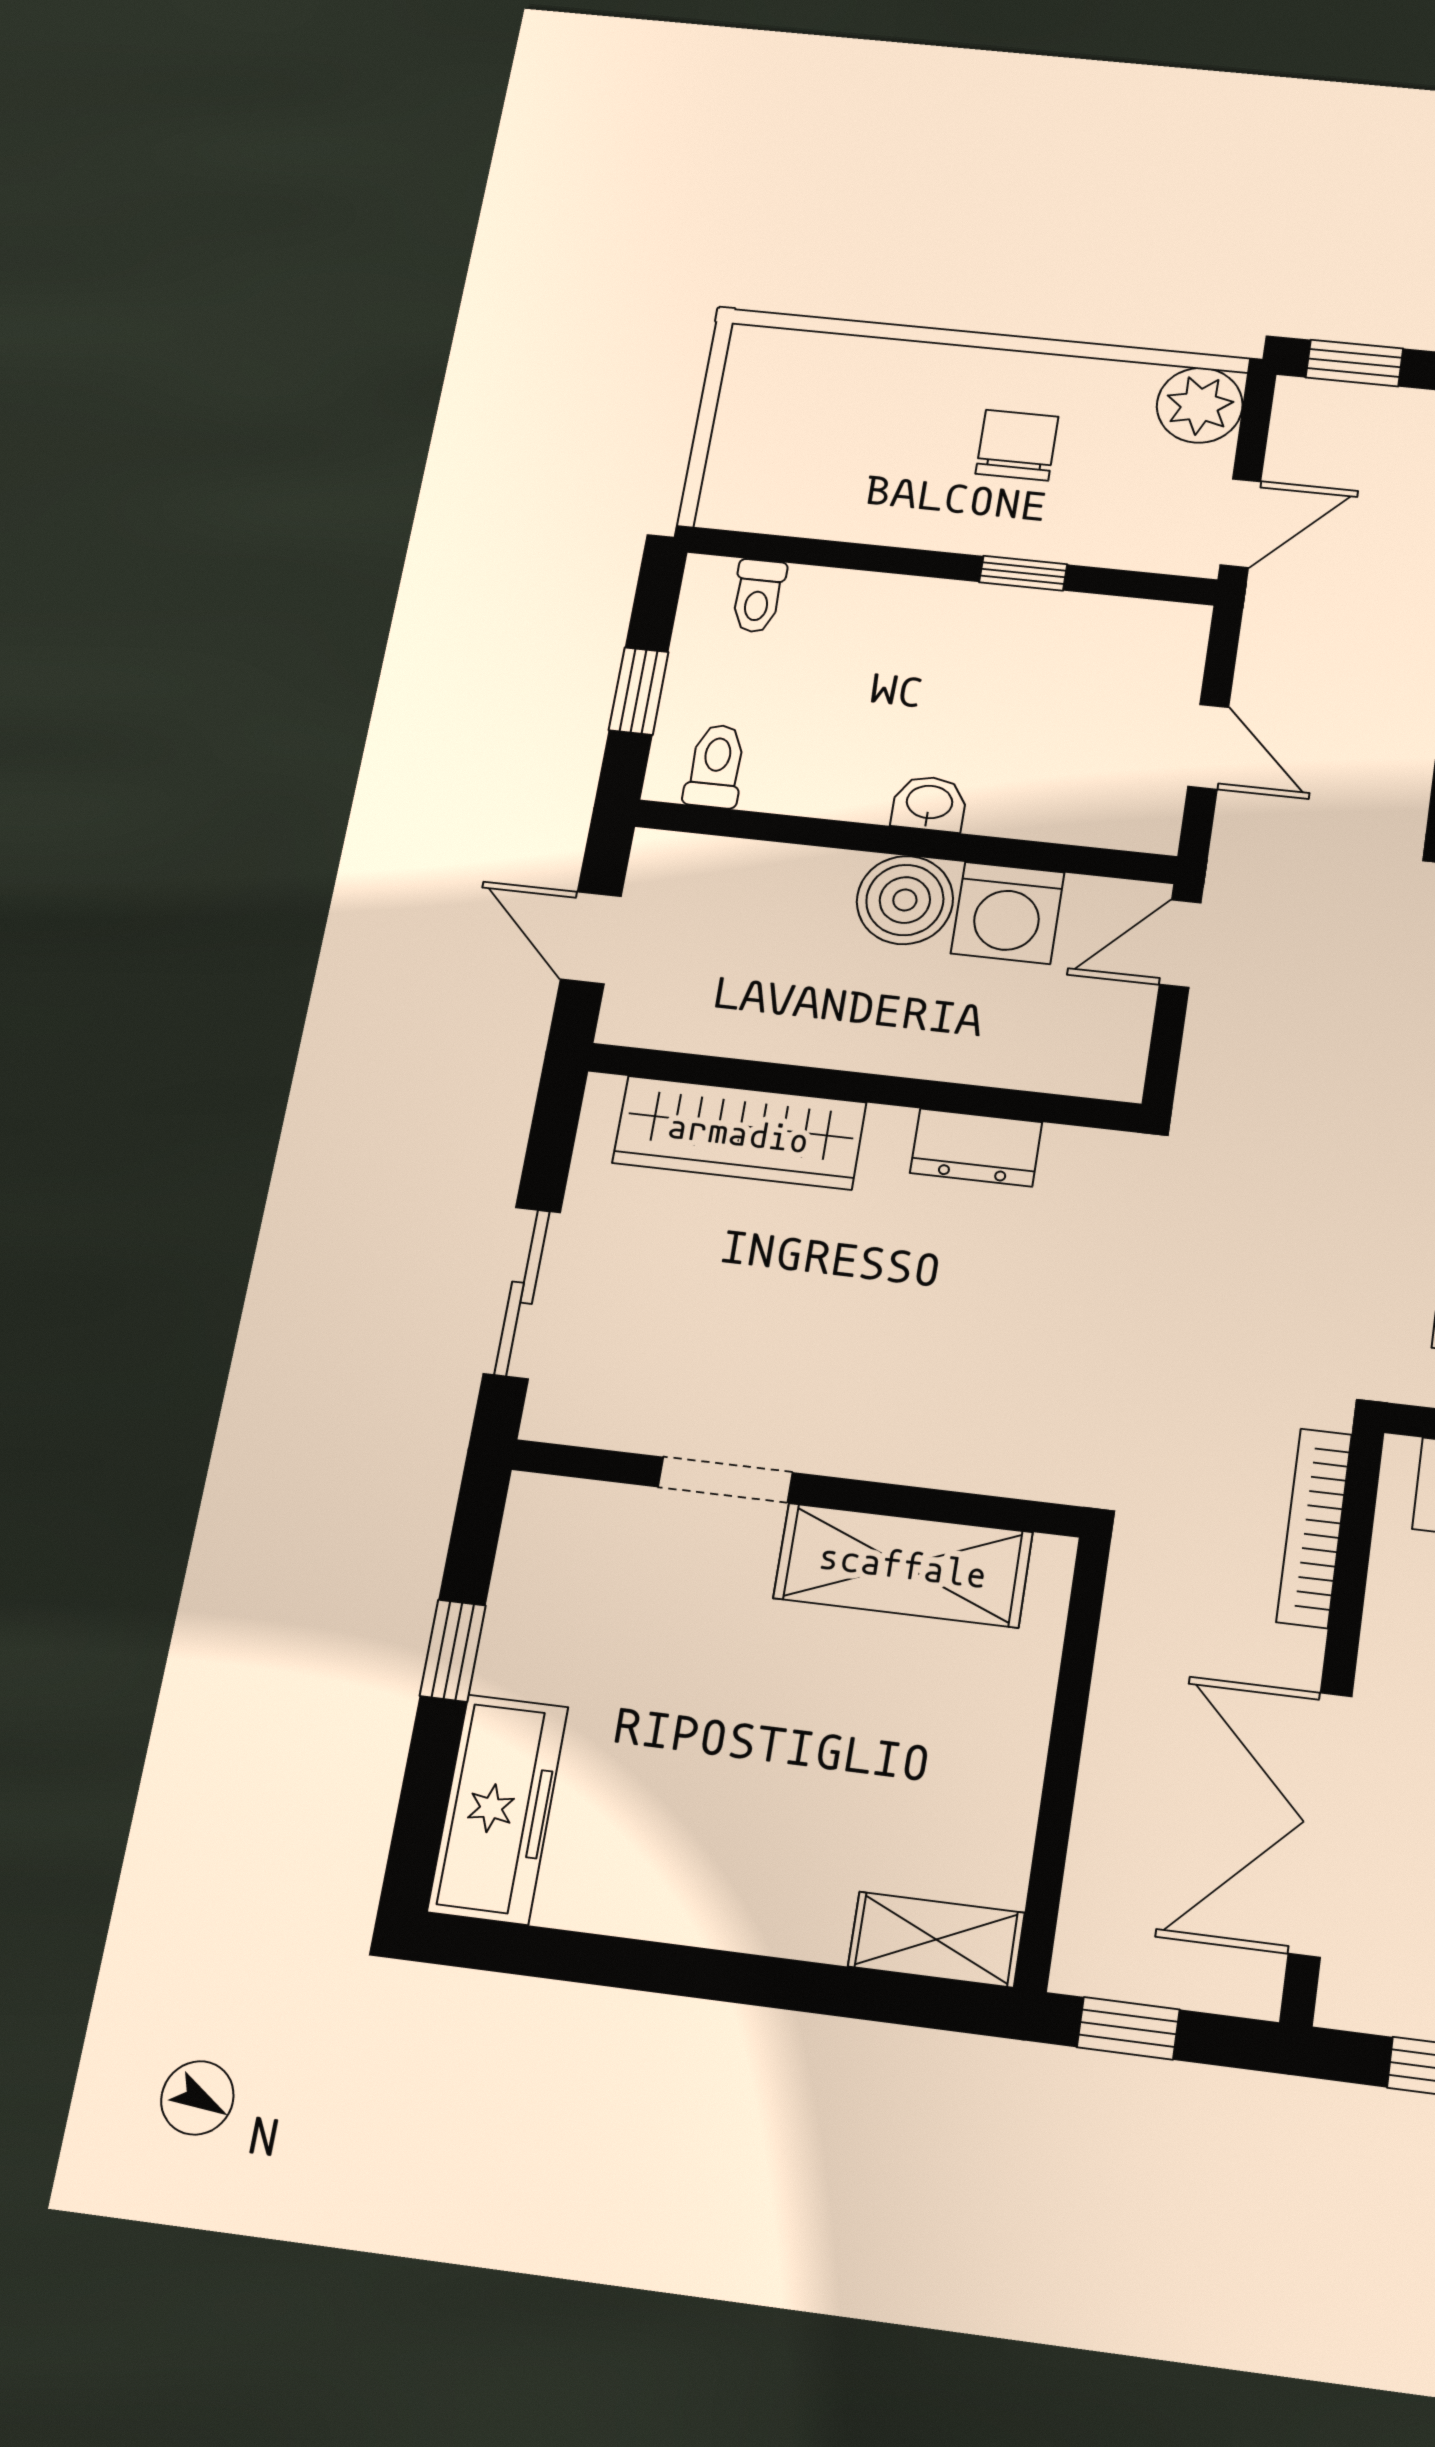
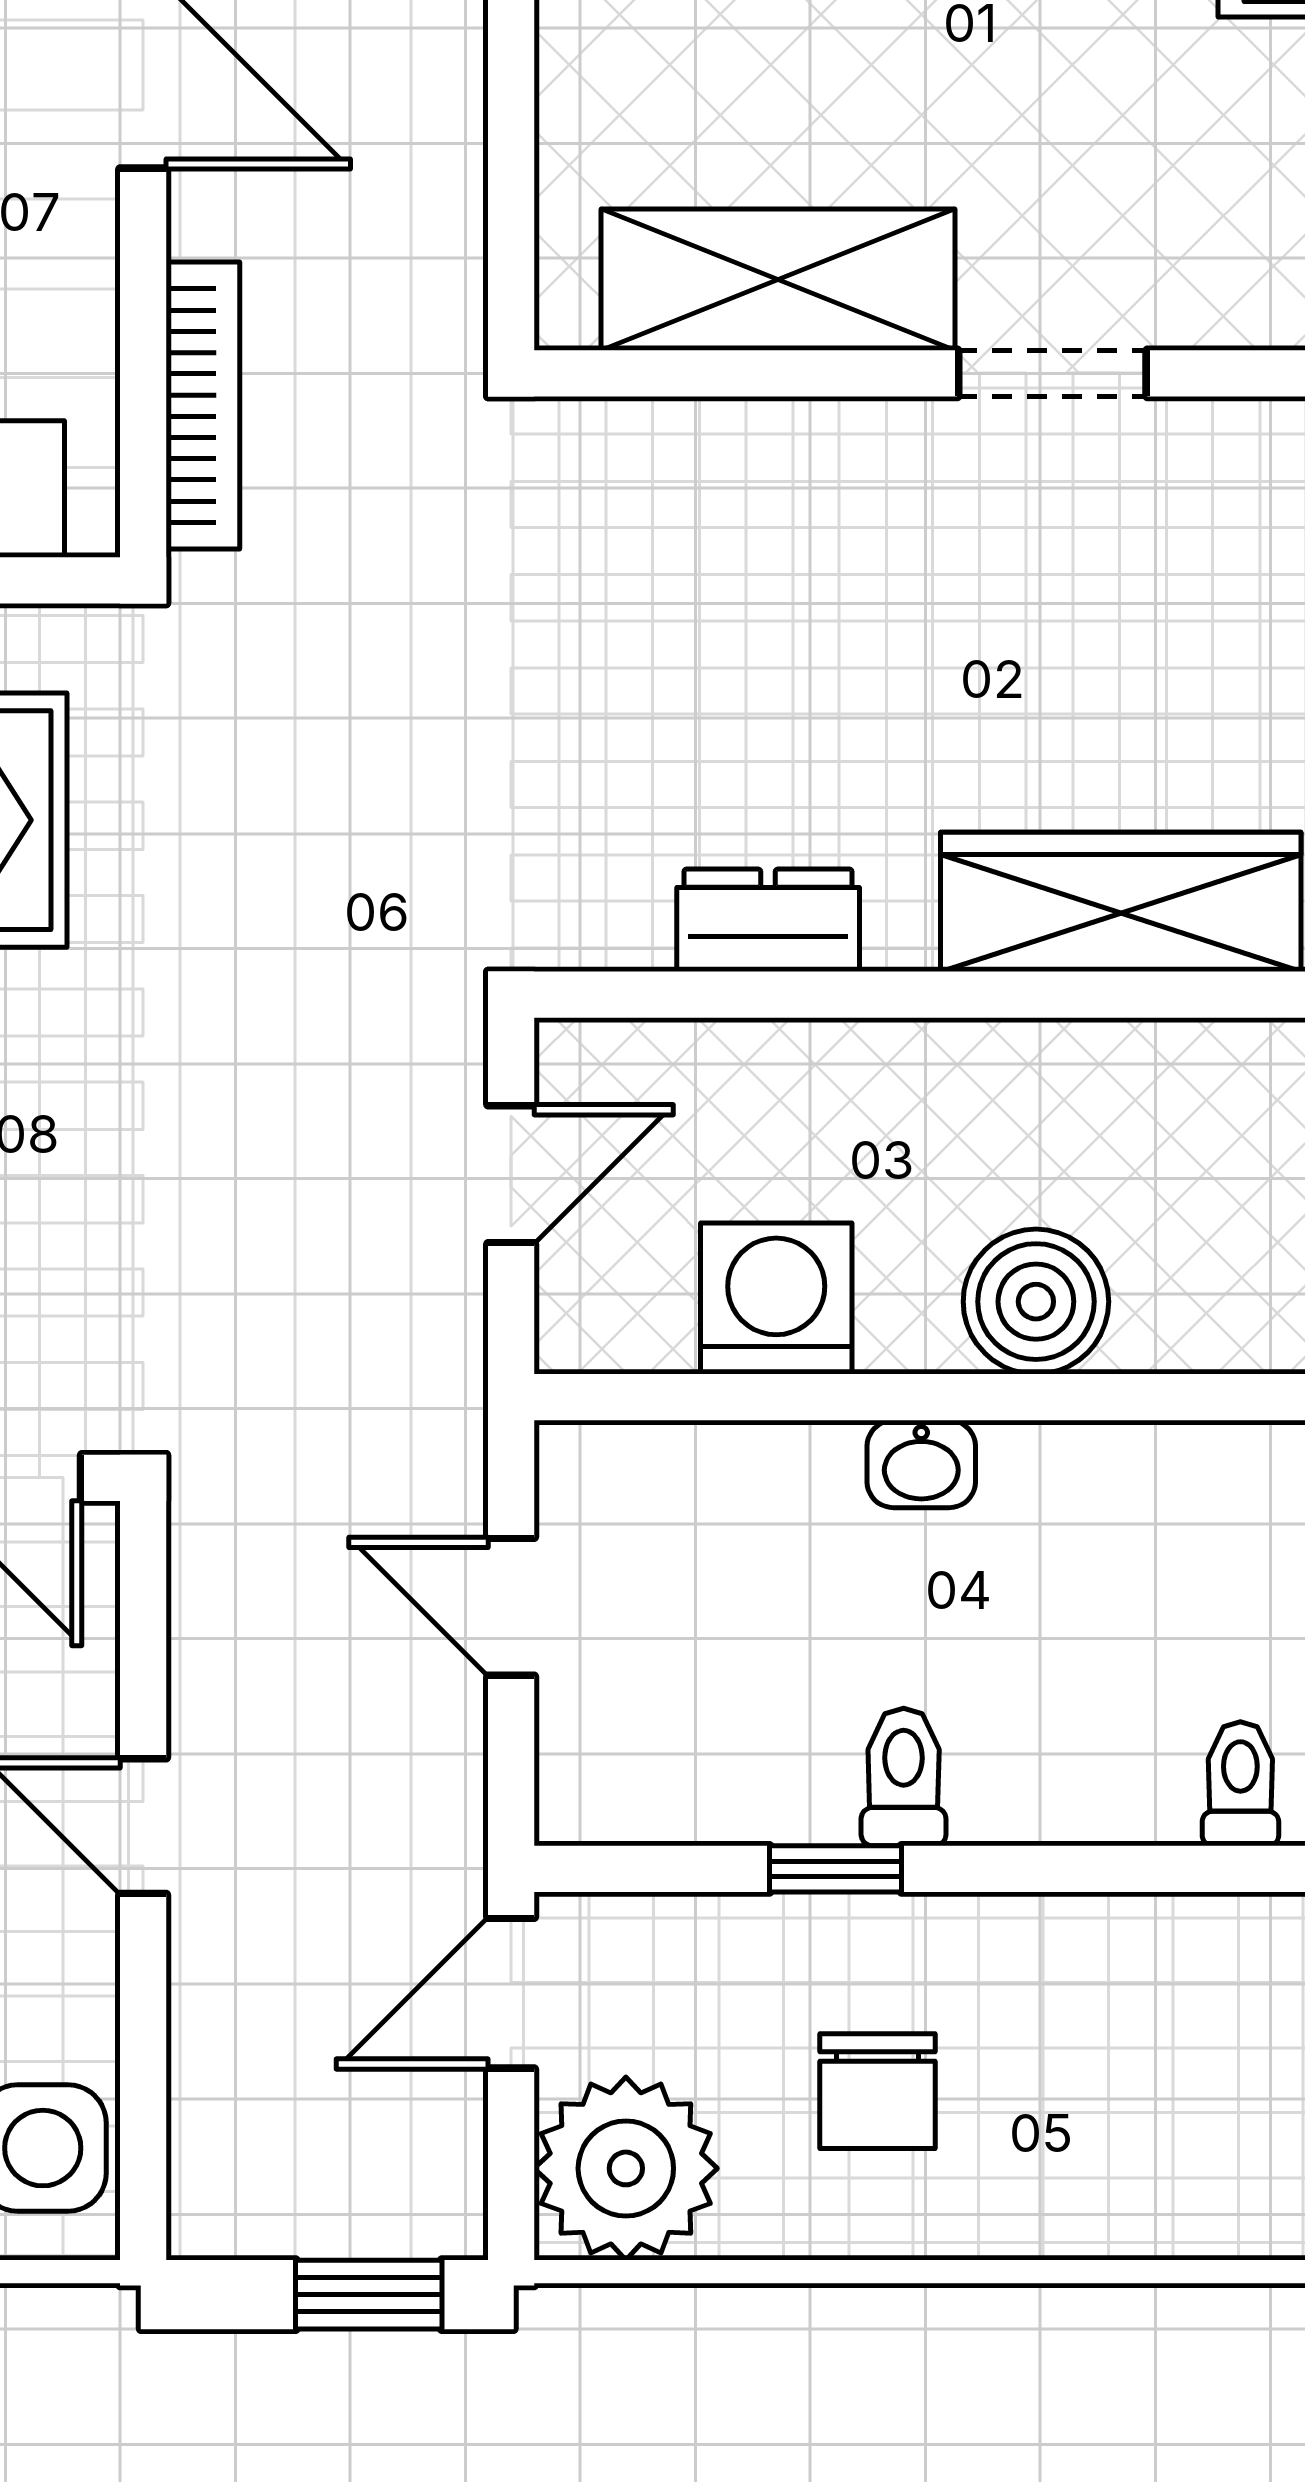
plant: (1200, 405) -> (626, 2168), width x1.36, depth x1.36
toilet: (716, 766) -> (904, 1777), moved, turned 180
boiler: (905, 900) -> (1036, 1302), moved
door: (1180, 944) -> (511, 1174), moved

